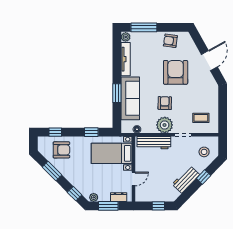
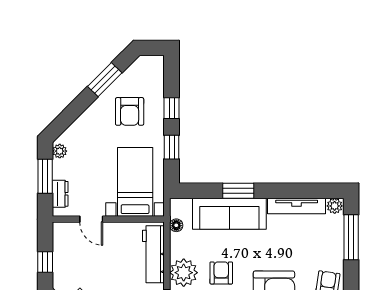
armchair: (165, 103) -> (221, 273), turned -91
window: (55, 132) -> (172, 108), moved
armchair: (61, 150) -> (130, 111), moved
window: (75, 194) -> (66, 118), removed

